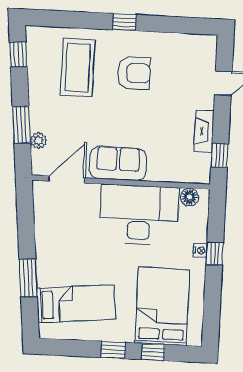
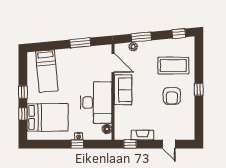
window: (28, 278) -> (80, 43), moved

